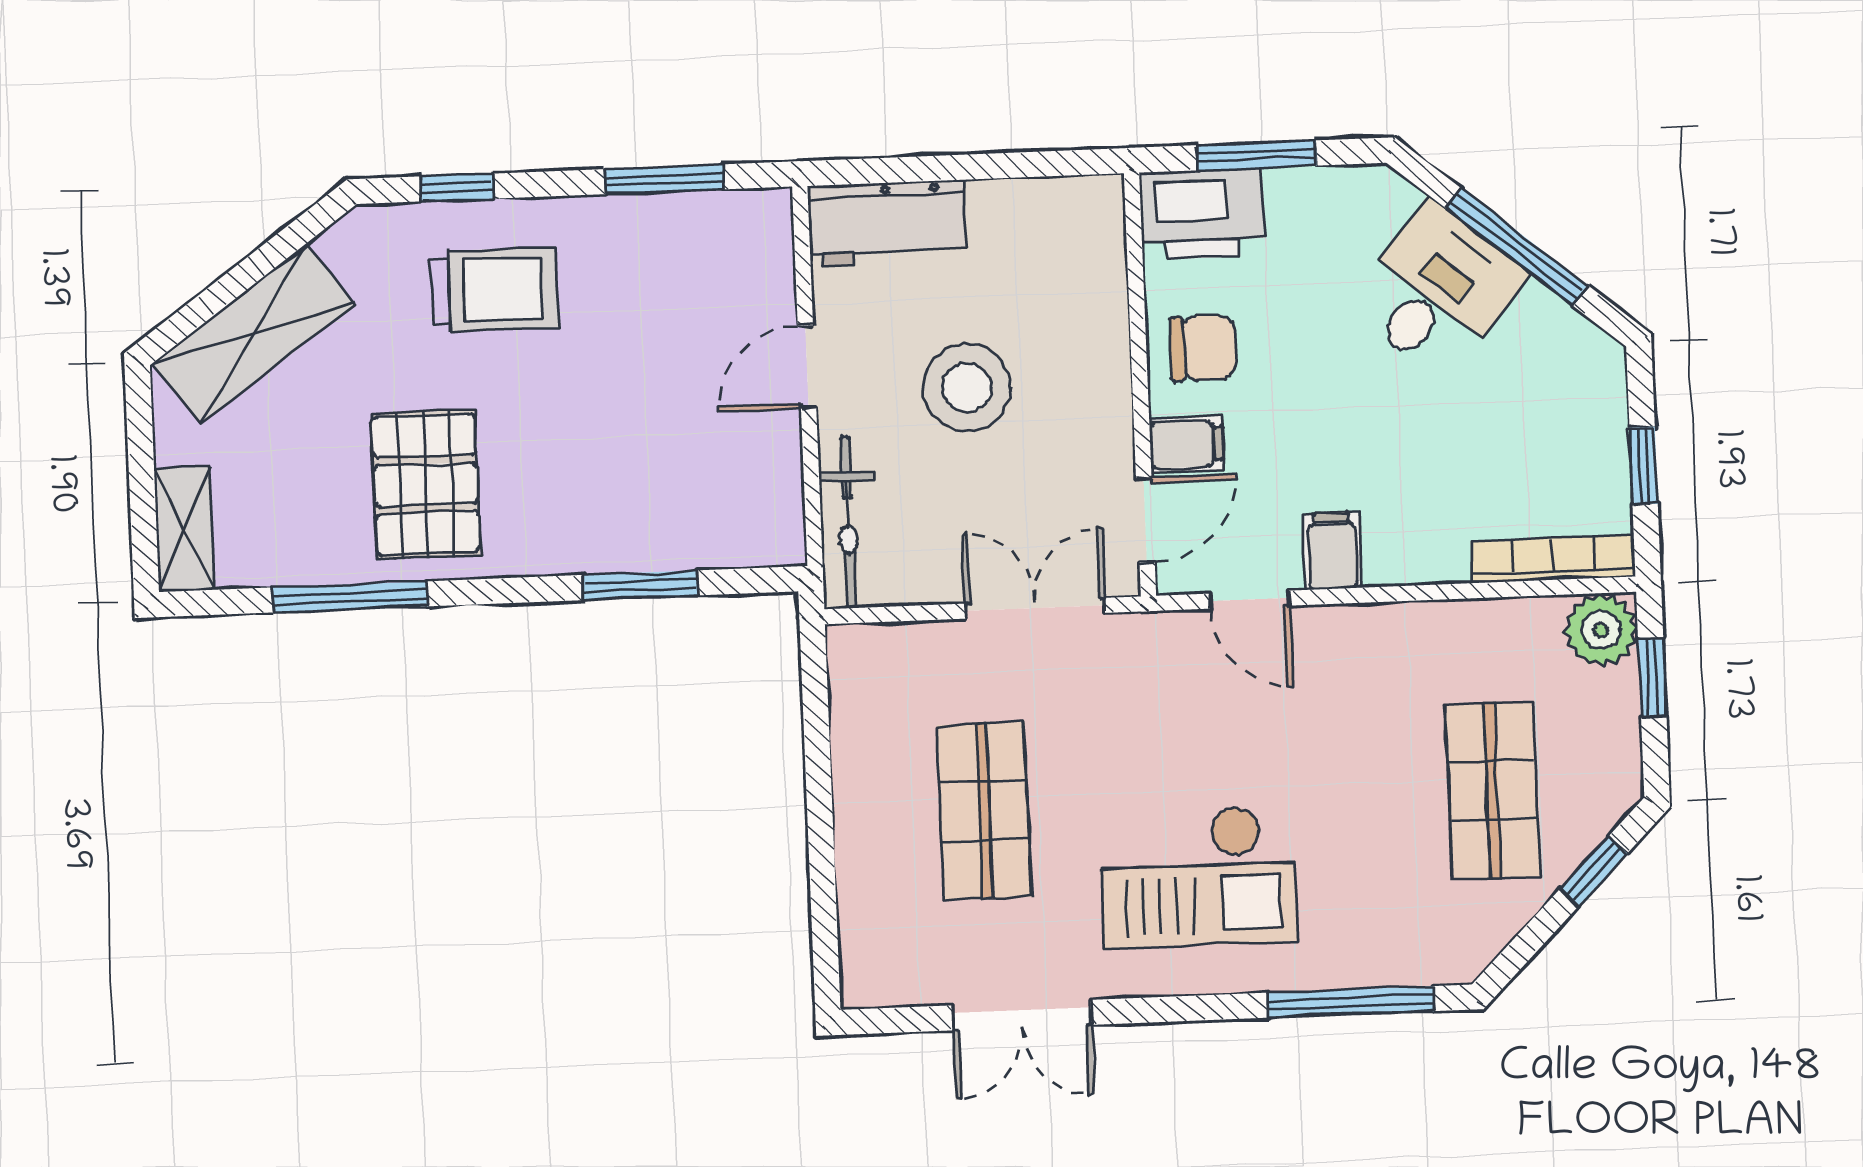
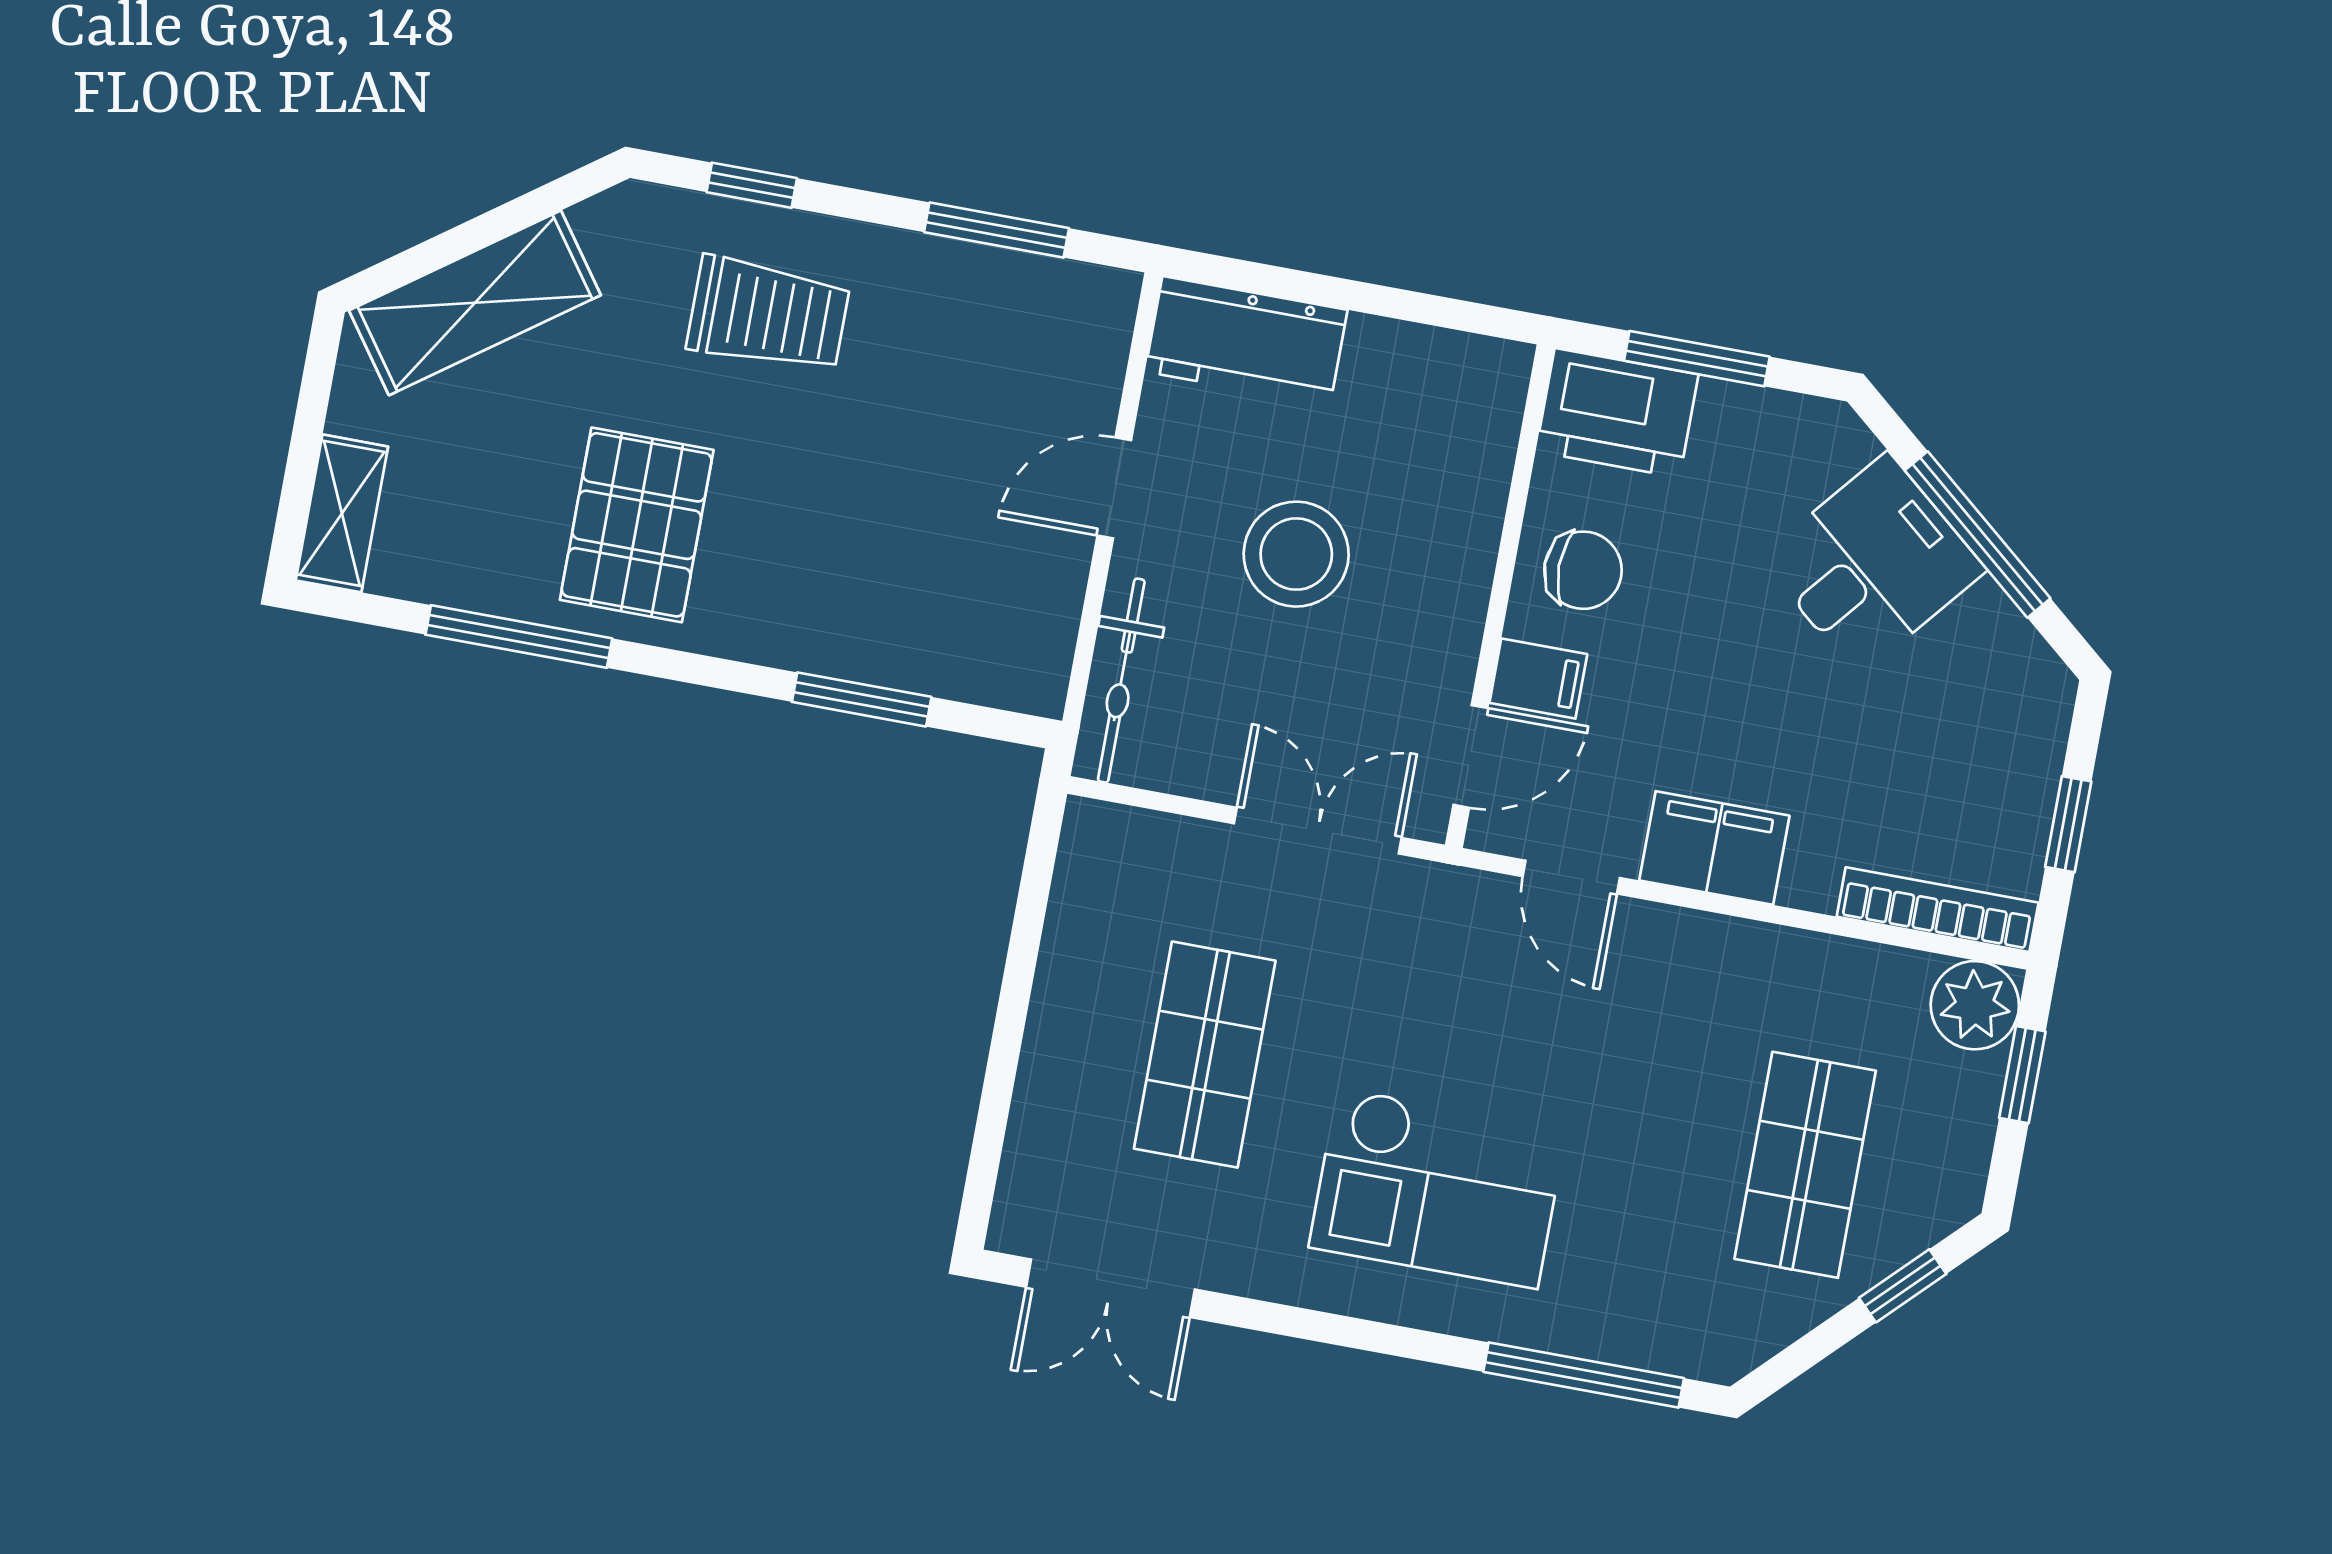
filing cabinet: (1332, 551) -> (1714, 848), width x2.00
double door: (1022, 1015) -> (1110, 1288), moved

